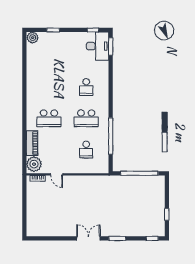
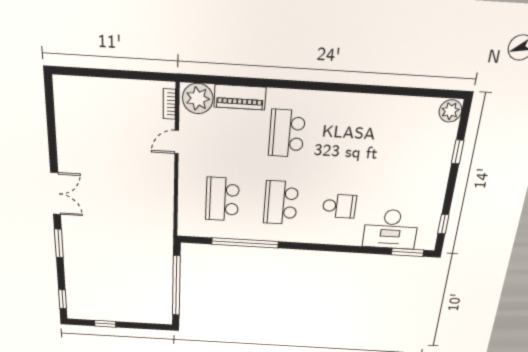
desk: (98, 46) -> (391, 229), moved
school desk: (86, 87) -> (339, 206), turned 180
school desk: (86, 150) -> (222, 199), width x1.85

